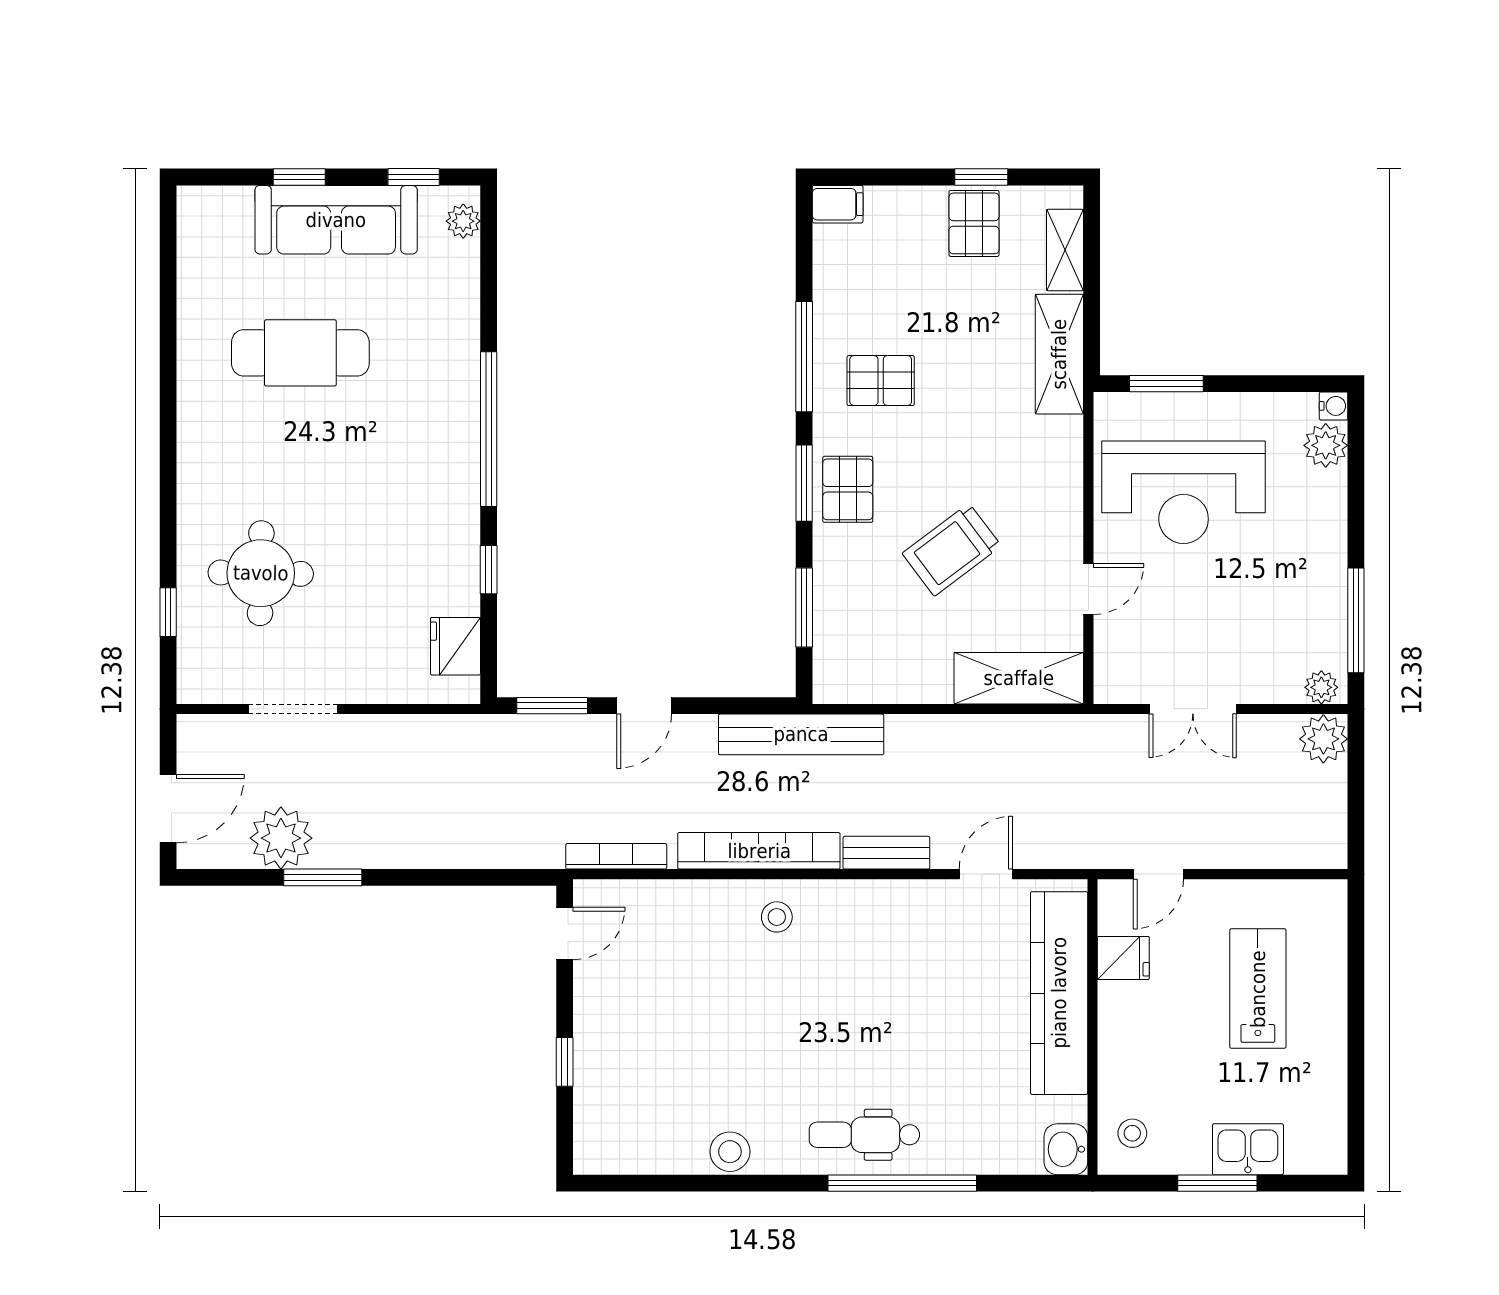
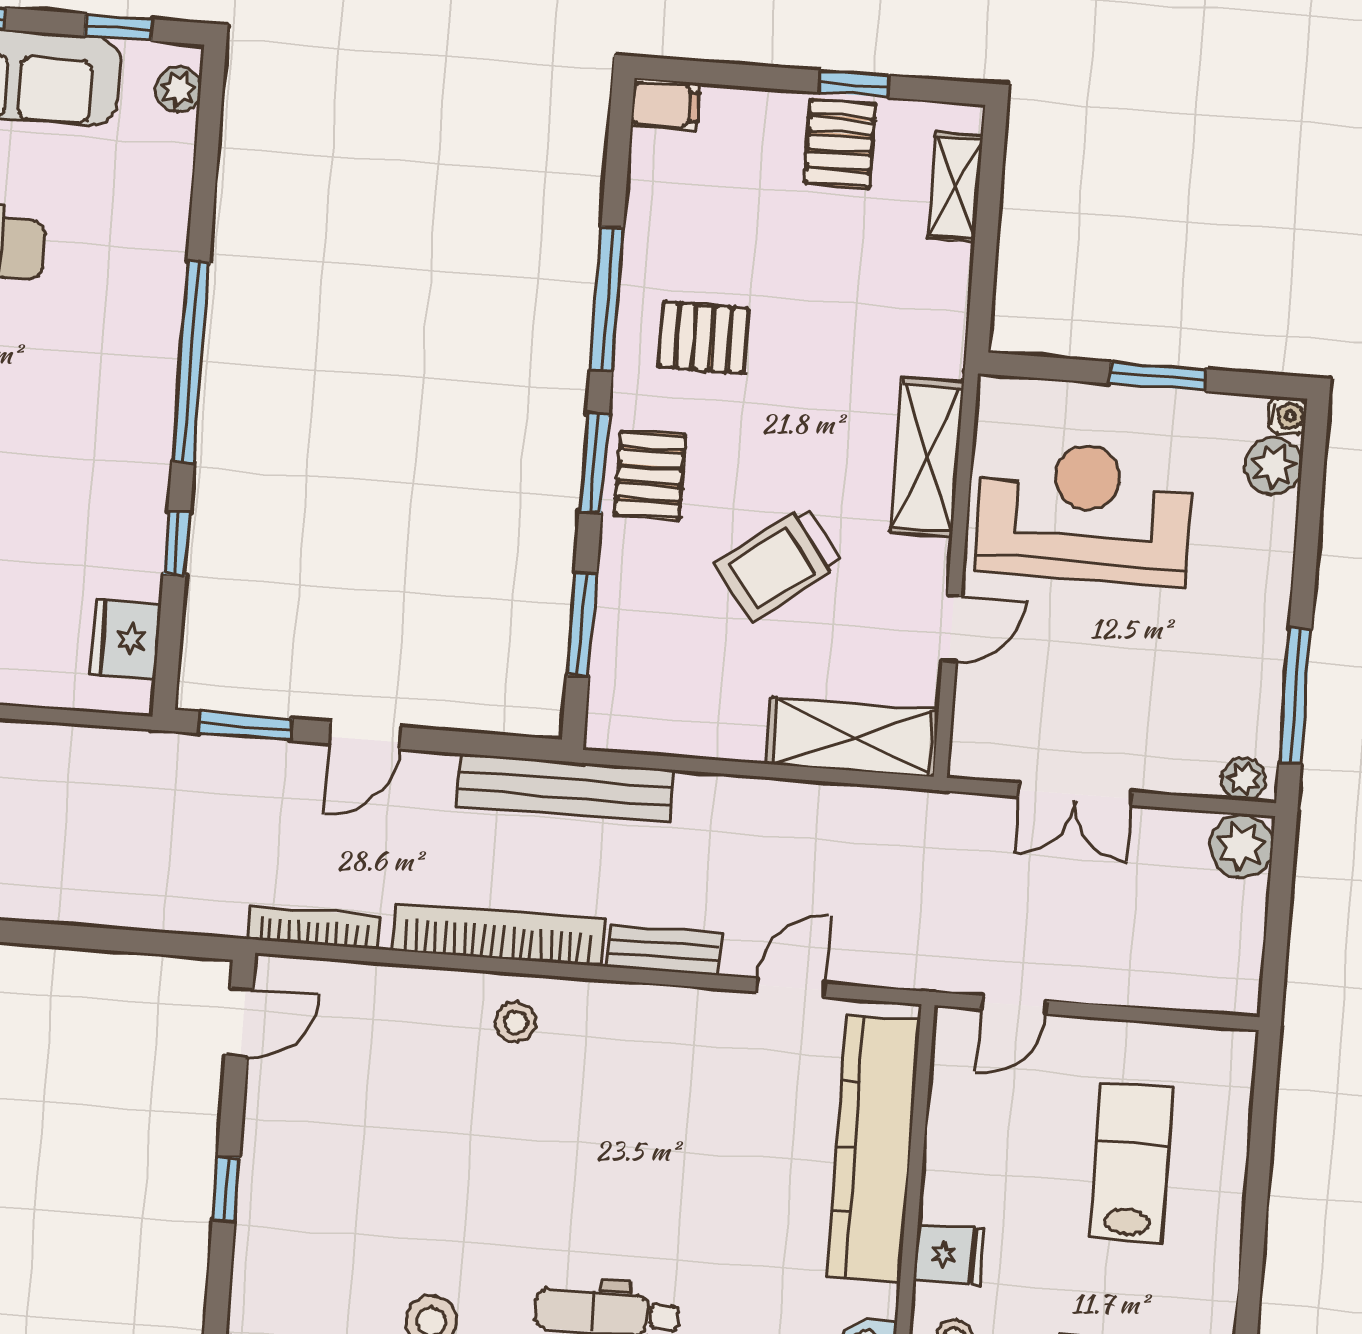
shelving: (1059, 354) -> (927, 457), moved
window: (1166, 384) -> (1158, 376), moved
reception desk: (1184, 492) -> (1085, 513), turned 180
fridge: (1123, 958) -> (949, 1255), moved

